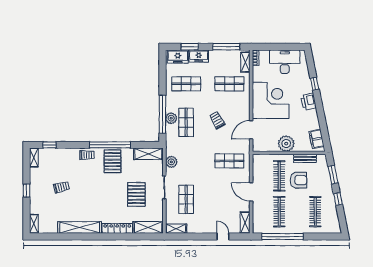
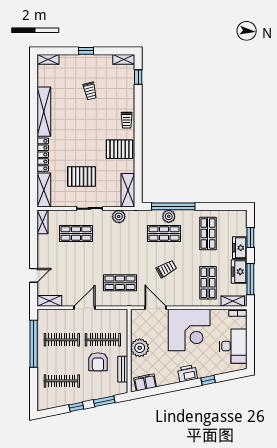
freezer: (178, 57) -> (239, 272), moved
window: (110, 145) -> (138, 146), removed
shop shelf: (229, 161) -> (120, 283), turned 90

